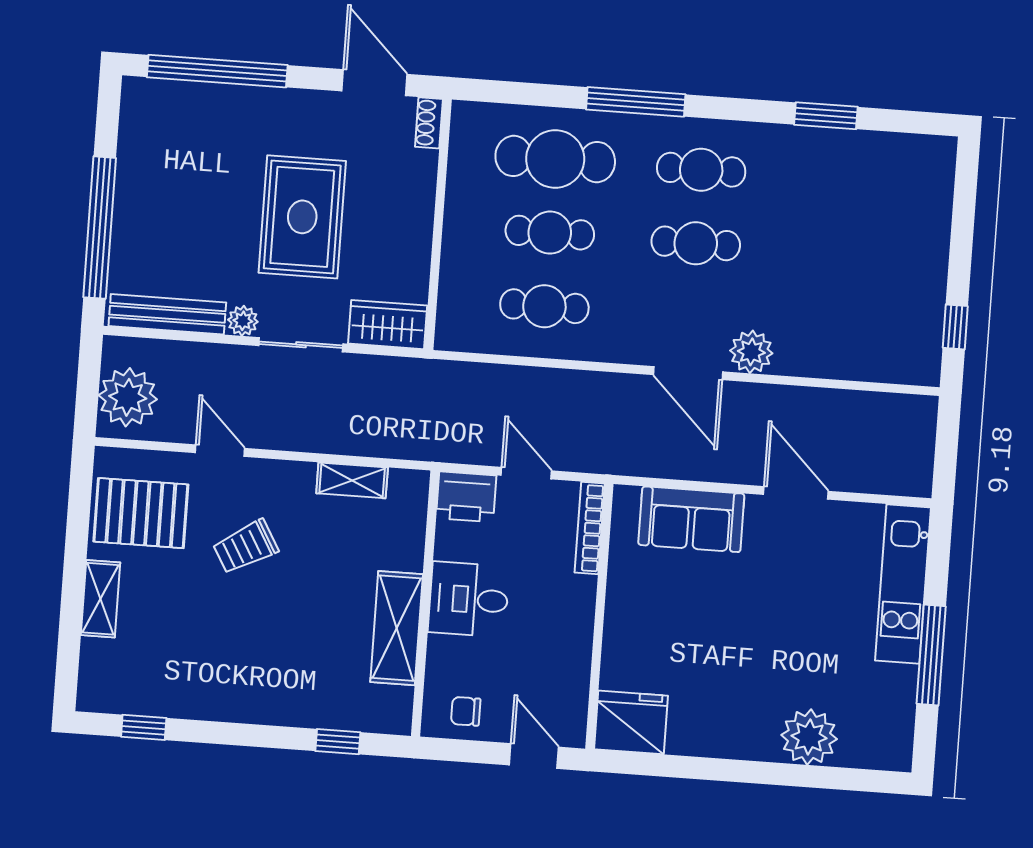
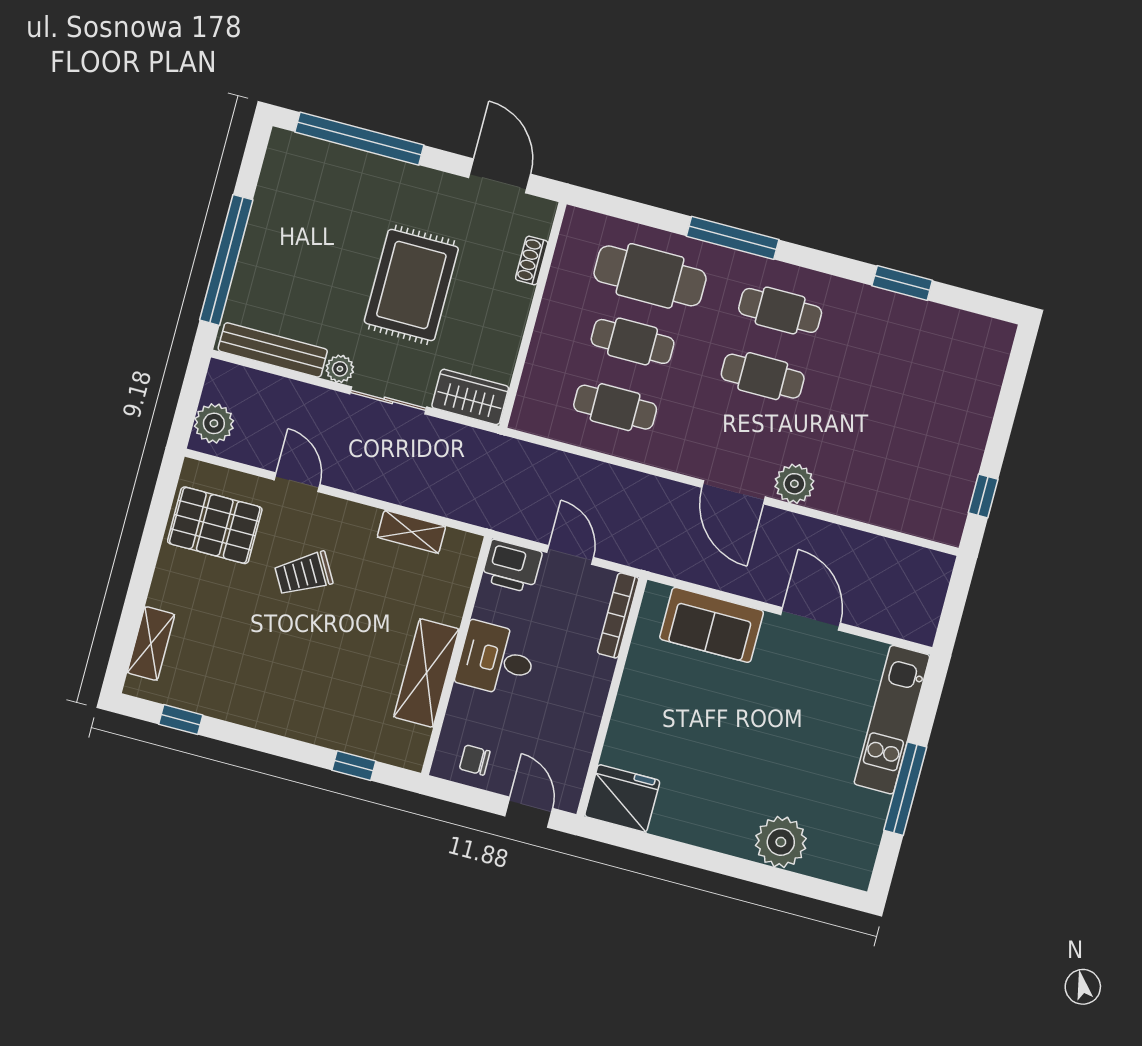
shoe rack: (429, 123) -> (532, 260), moved
plant: (128, 397) -> (214, 423), width x0.73, depth x0.73
shelving: (100, 599) -> (151, 643), moved

